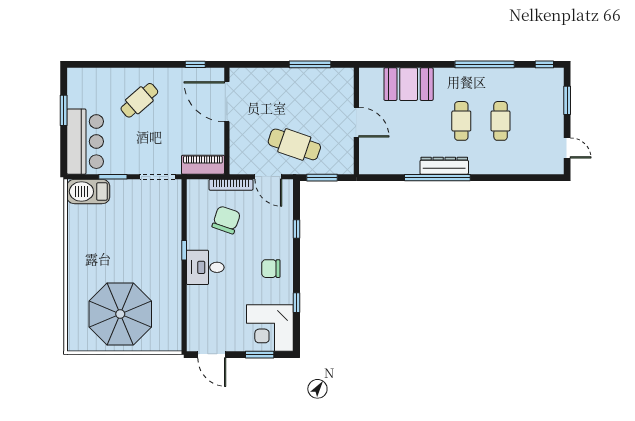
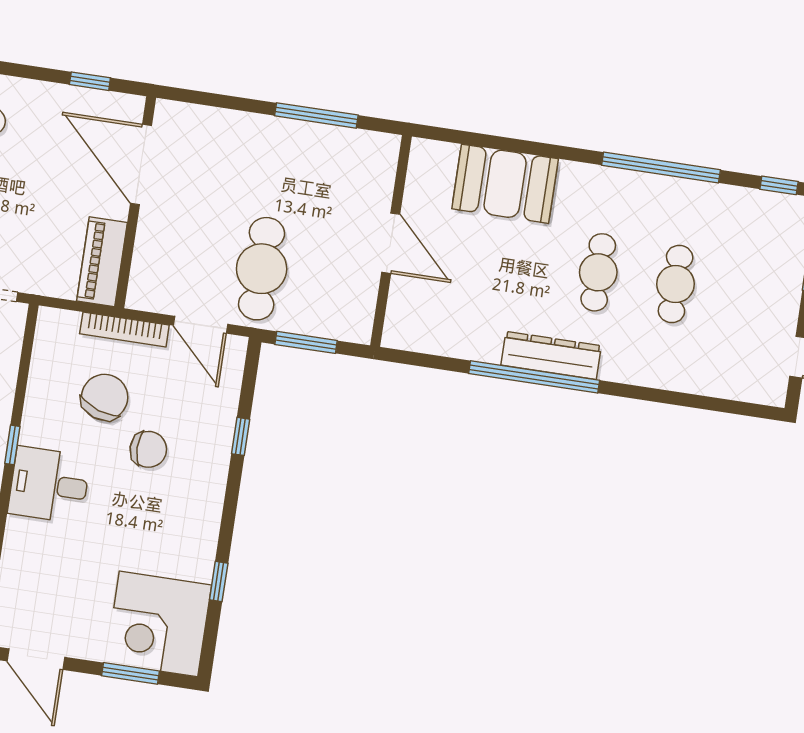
cafe table: (294, 144) -> (262, 269), turned 71
piano: (203, 165) -> (102, 262), moved, turned -90
chair: (271, 269) -> (148, 449), moved, turned 180

